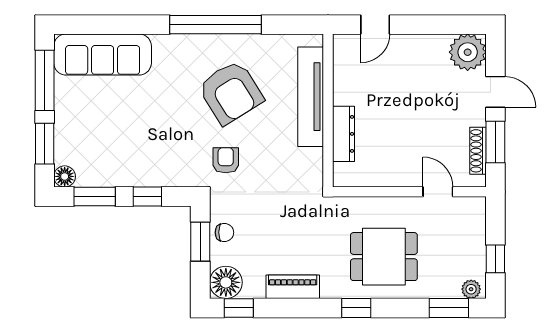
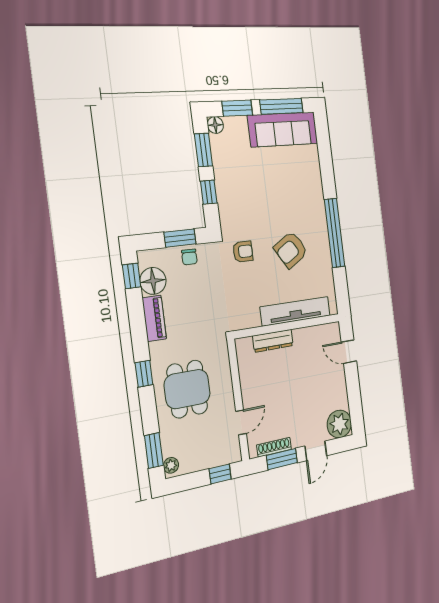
sofa: (103, 55) -> (283, 129), moved, turned -90
armchair: (231, 92) -> (291, 250), width x0.73, depth x0.73
window: (495, 259) -> (220, 474), moved
floor lamp: (226, 282) -> (153, 281), moved

